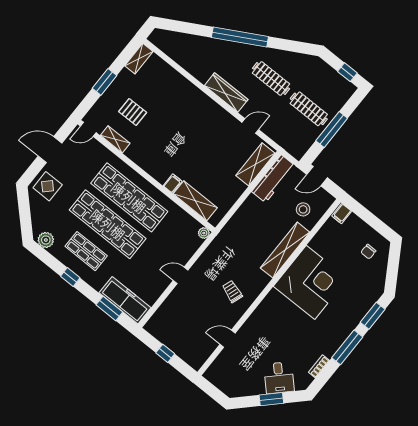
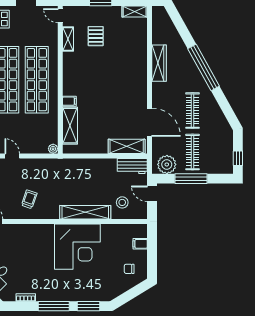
wardrobe: (226, 92) -> (159, 63), moved
door: (250, 126) -> (150, 122), width x1.87
plant: (301, 141) -> (167, 164), added
workbench: (273, 179) -> (132, 166), width x0.73
filing cabinet: (342, 214) -> (140, 244), moved

